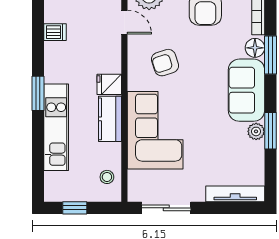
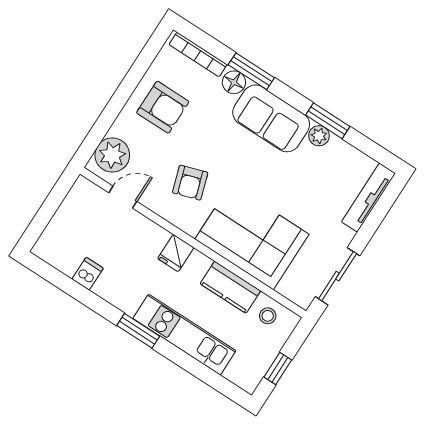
kitchen counter: (110, 119) -> (230, 287), moved

